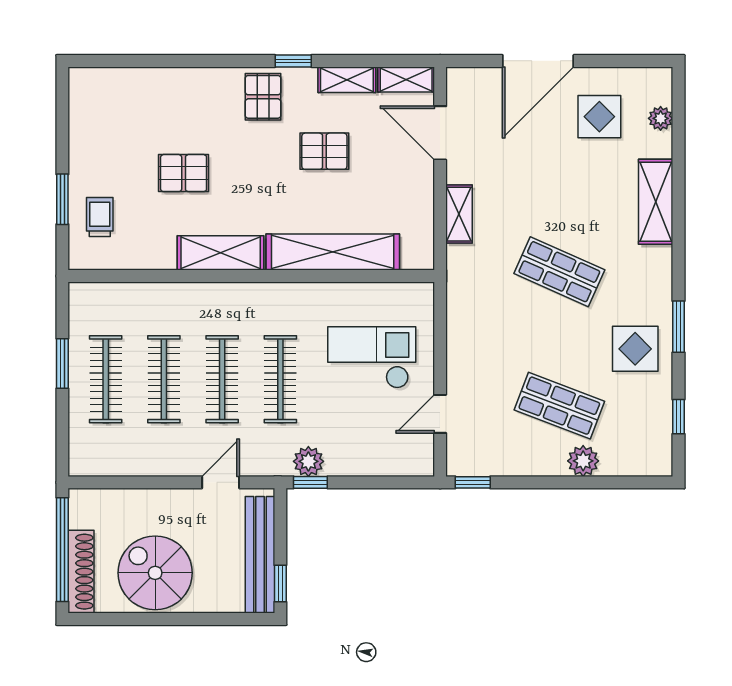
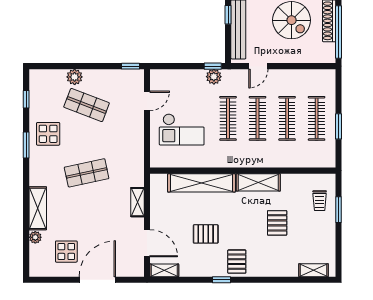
shelving: (347, 80) -> (314, 270), moved
plant: (661, 118) -> (35, 237), moved
pallet: (184, 173) -> (277, 223), turned 90
shop shelf: (559, 272) -> (87, 173), turned -36

